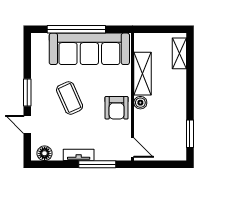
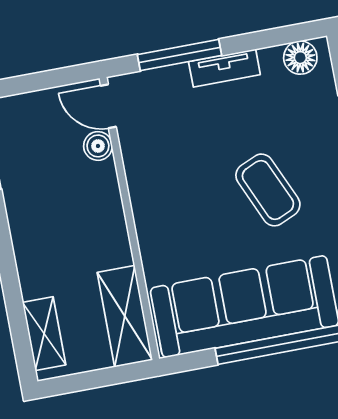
shelving: (143, 74) -> (125, 316), moved
boiler: (140, 103) -> (98, 146), moved
armchair: (117, 108) -> (160, 188), removed

